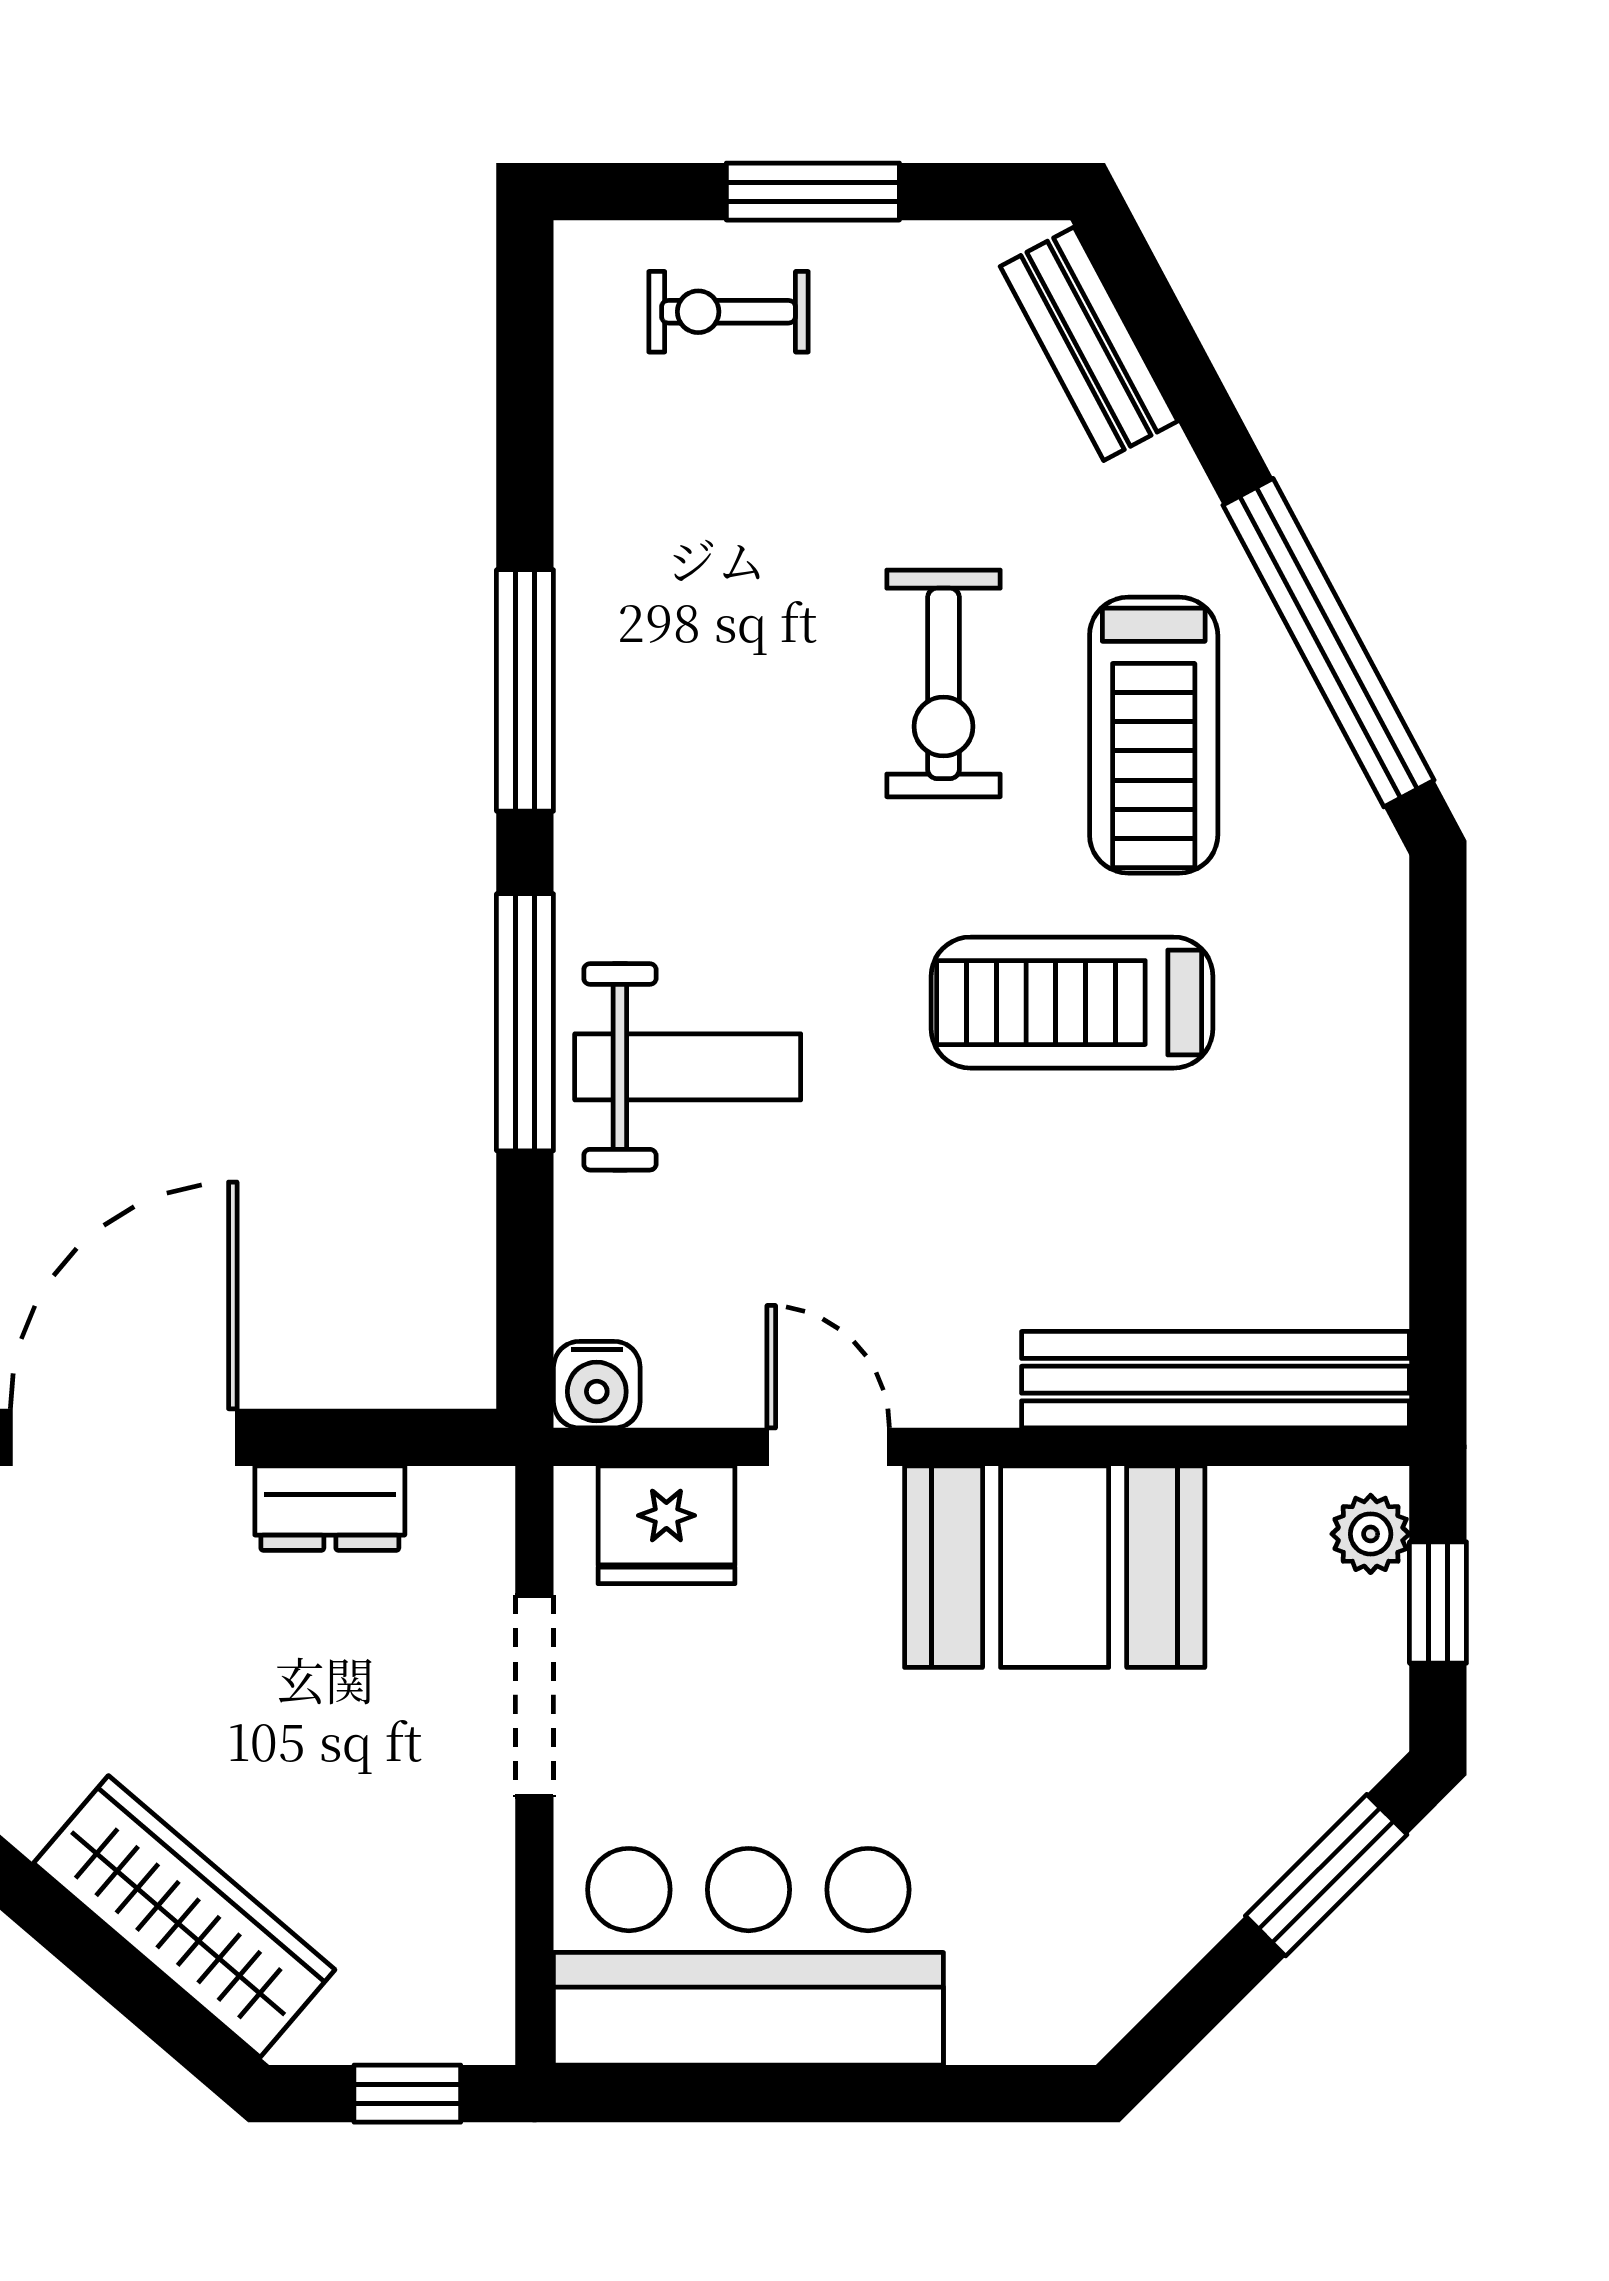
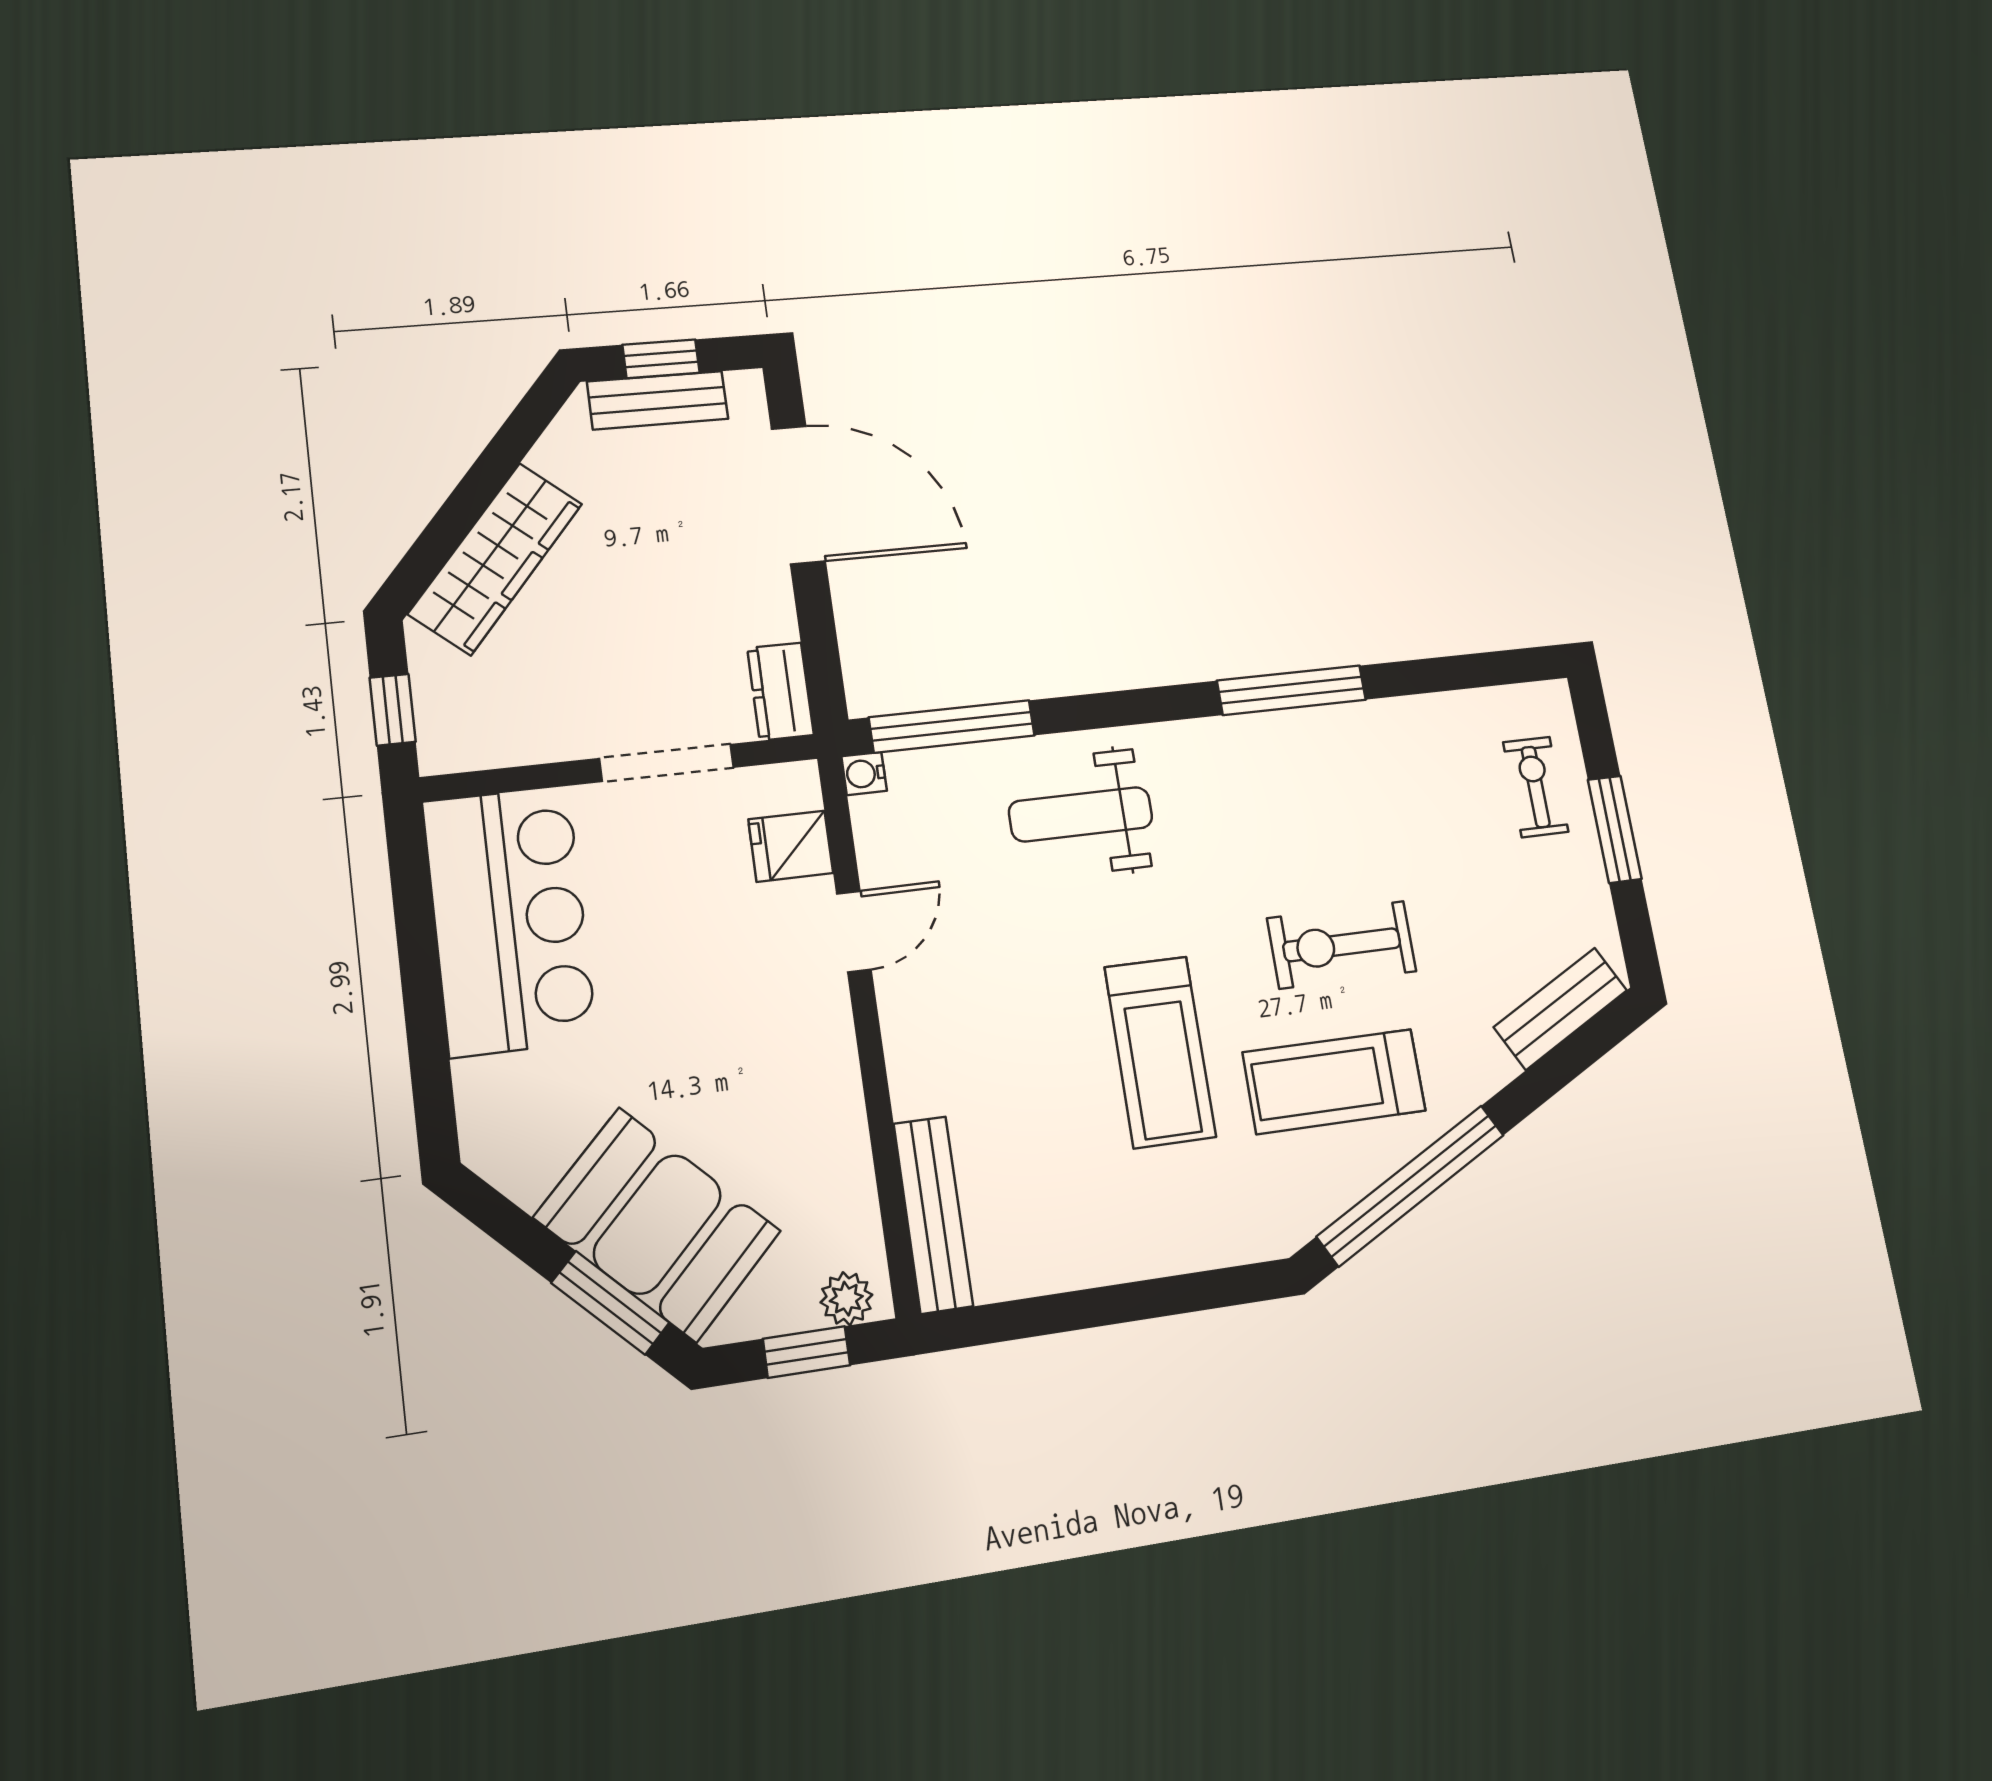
treadmill: (1072, 1003) -> (1160, 1052), turned 180
window: (525, 1022) -> (952, 726), moved
weight bench: (688, 1067) -> (1081, 814), turned 90
bench: (1216, 1380) -> (933, 1215), width x0.73, depth x0.82
water cooler: (597, 1385) -> (864, 774), width x0.72, depth x0.72
dresser: (330, 1508) -> (780, 691), moved
fridge: (666, 1525) -> (791, 846), width x0.72
booth: (1055, 1567) -> (657, 1224), moved, turned -45

